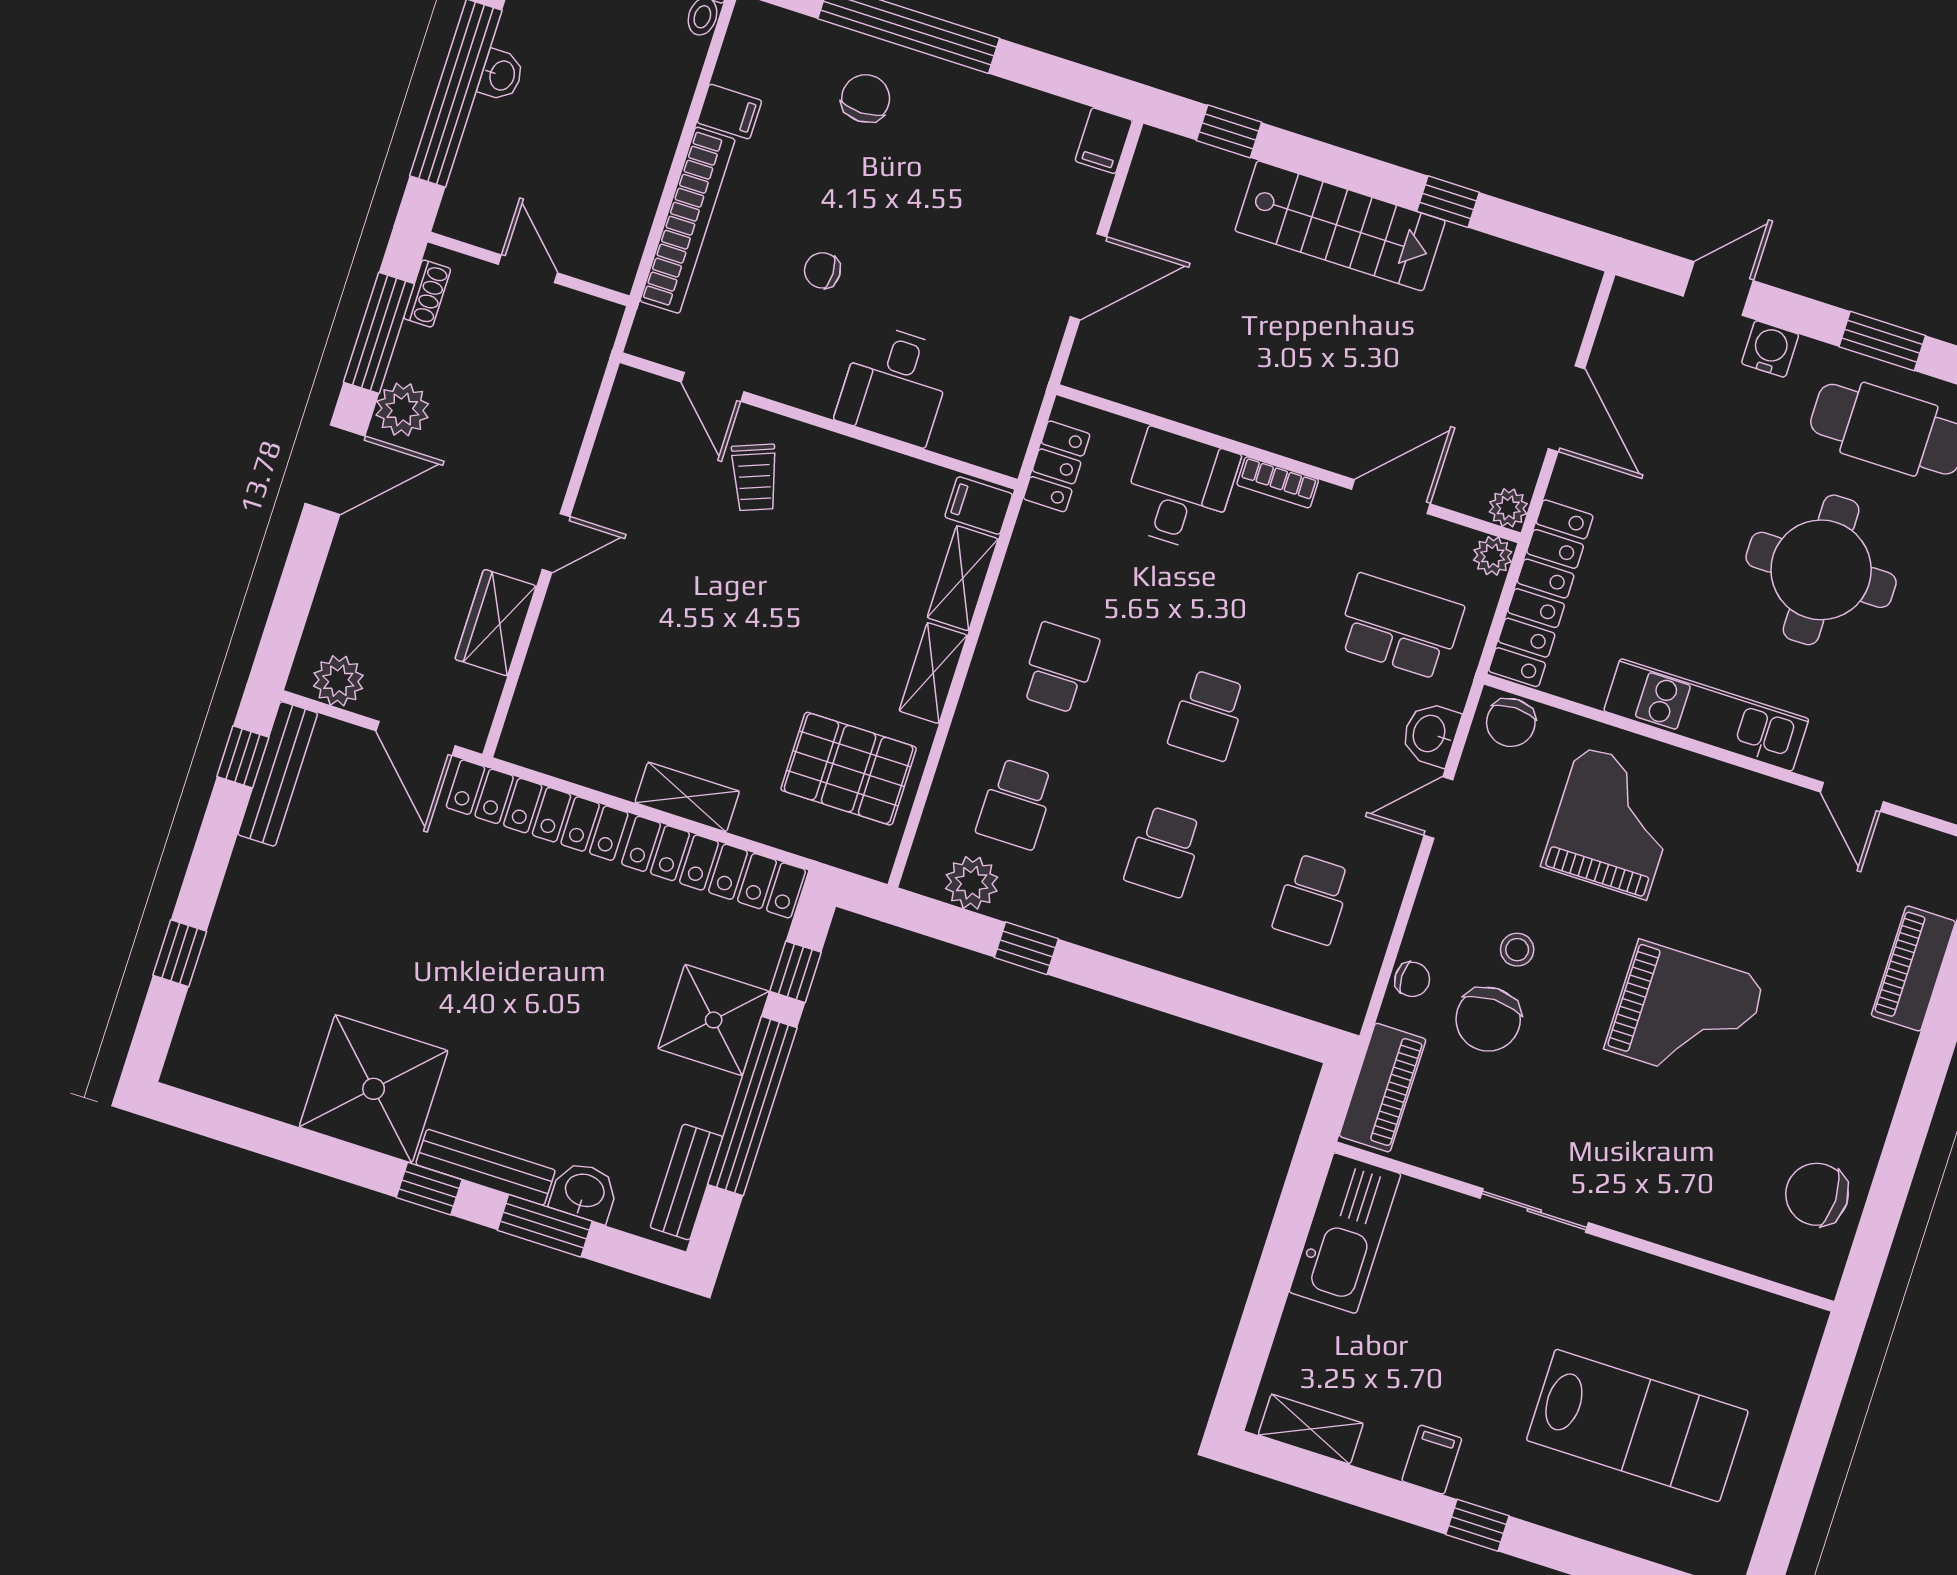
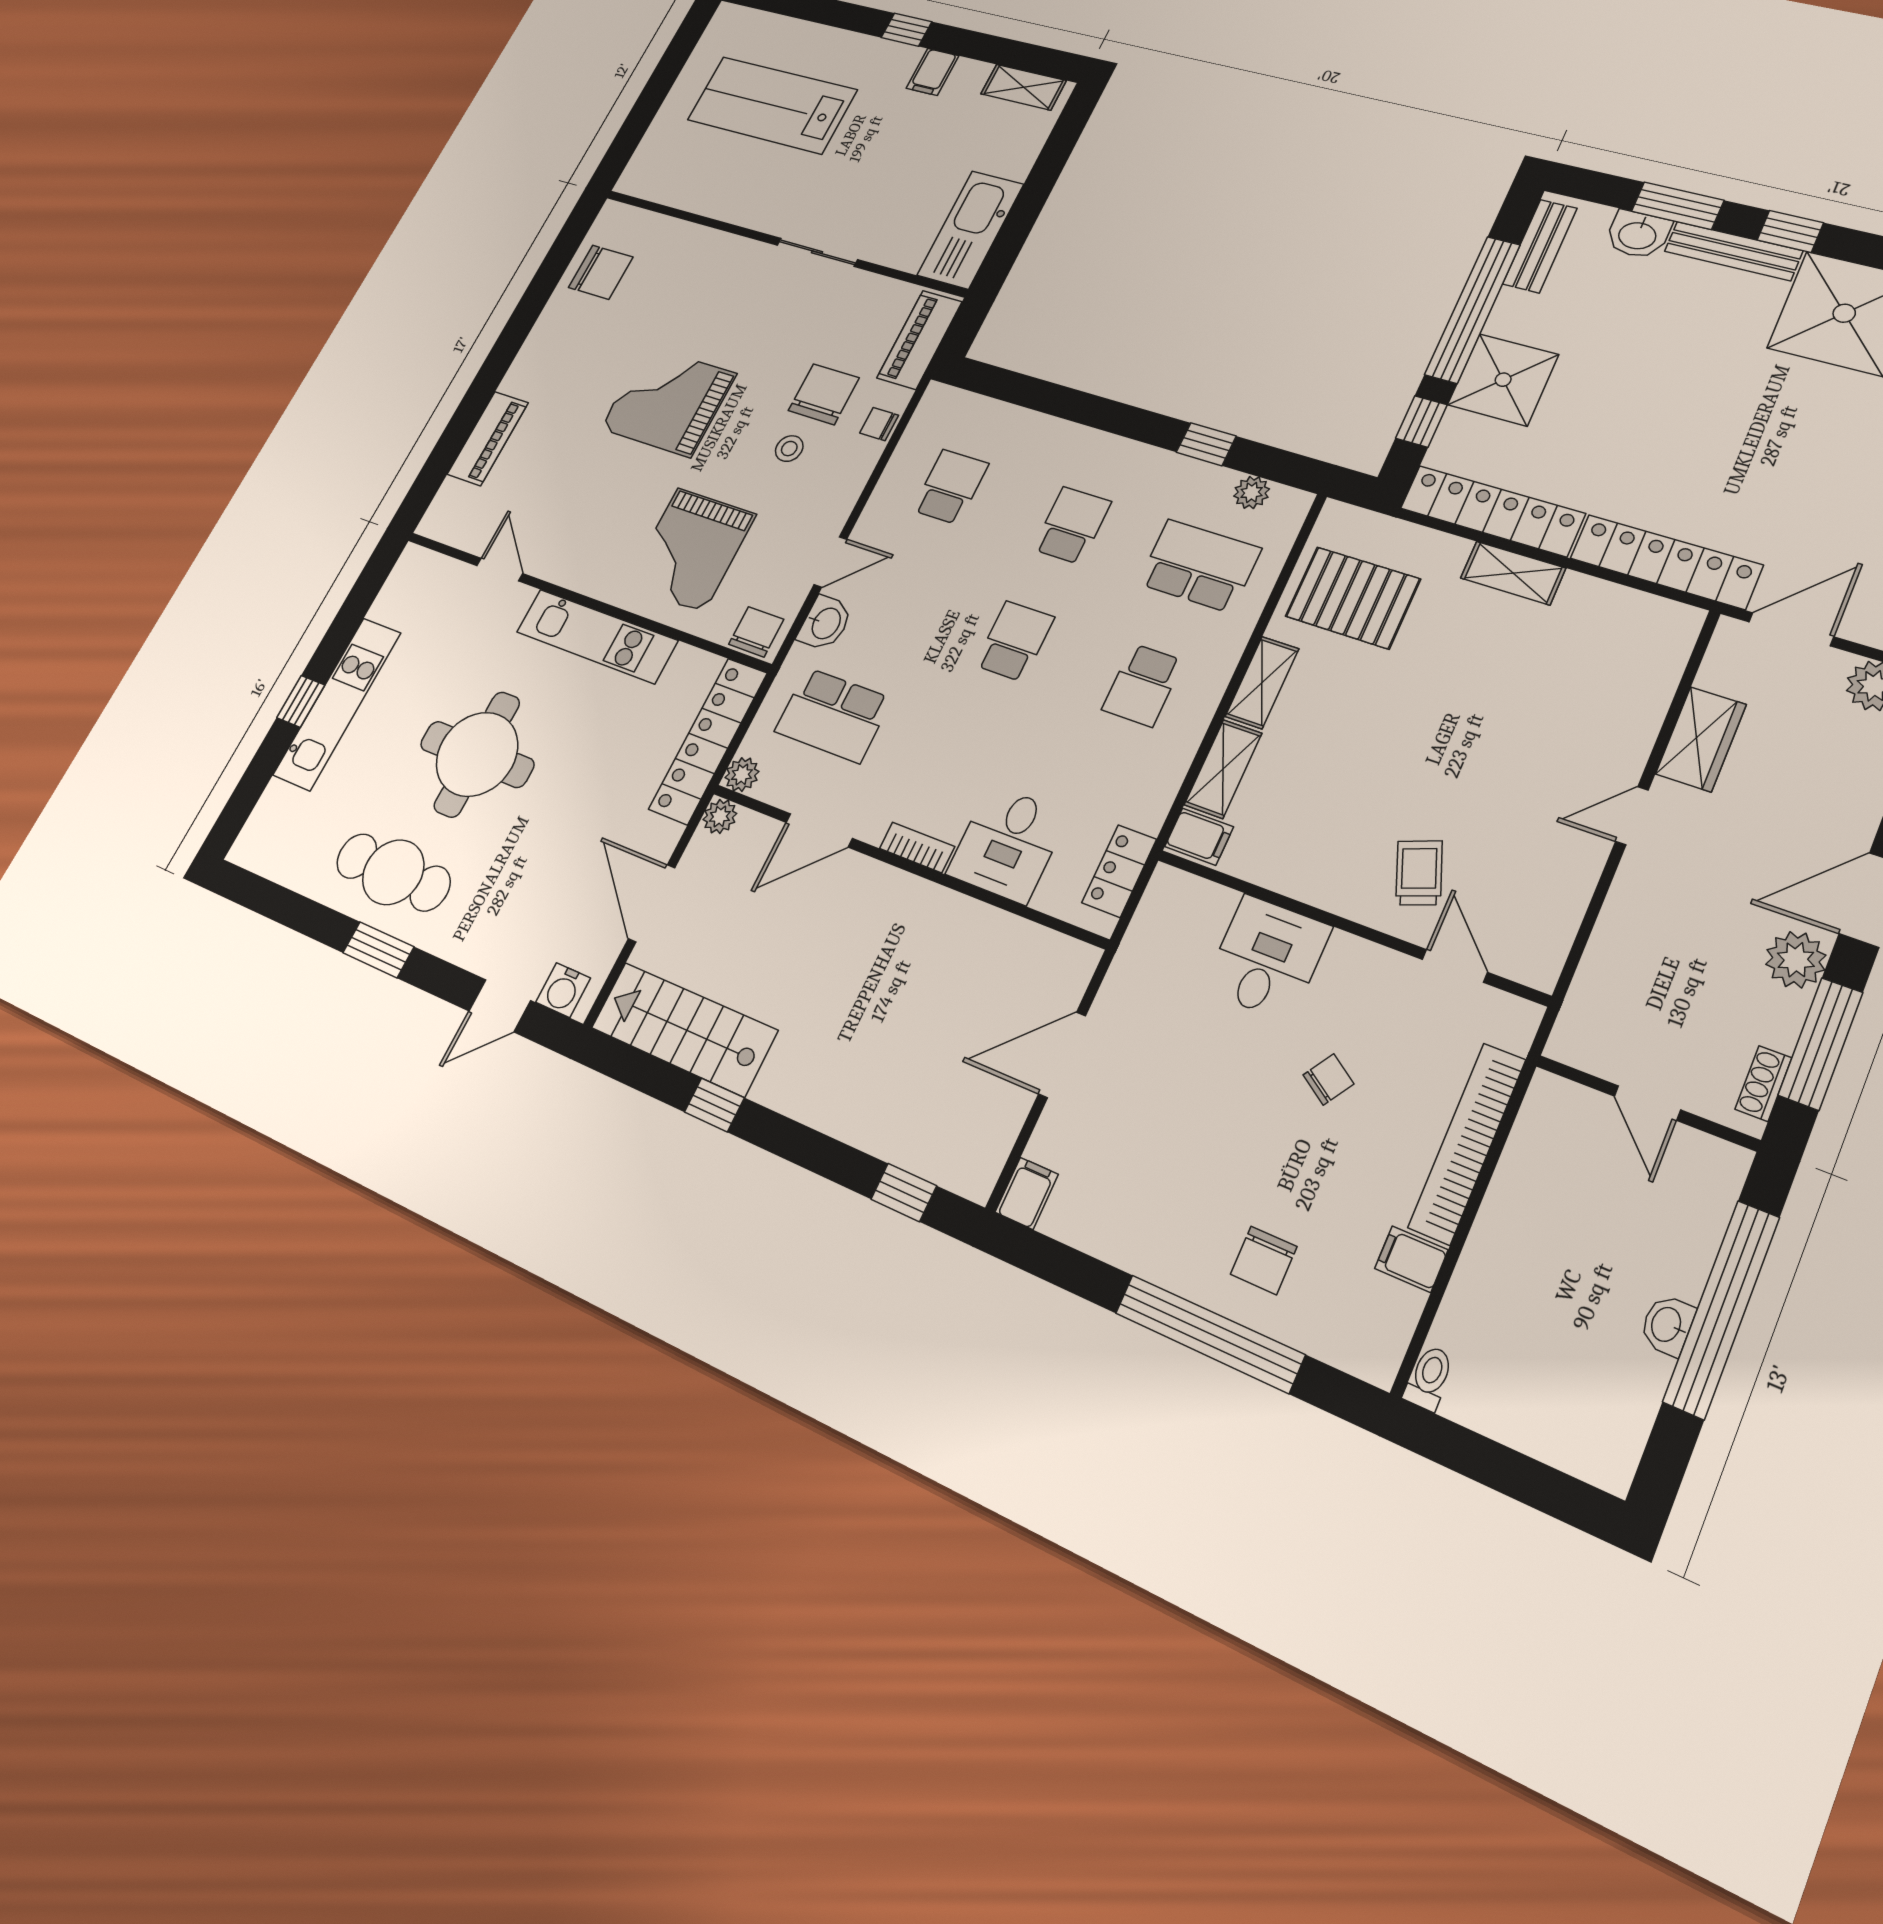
stairs: (1340, 226) -> (684, 1029), moved
chair: (822, 270) -> (1328, 1079), turned -57
water cooler: (1770, 349) -> (563, 990), moved
door: (415, 738) -> (1791, 629), hinge flipped
school desk: (1016, 804) -> (1199, 566), width x1.85
plant: (972, 883) -> (1252, 493), width x0.73, depth x0.73

